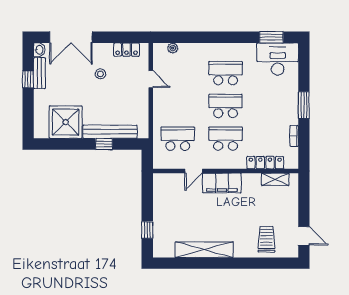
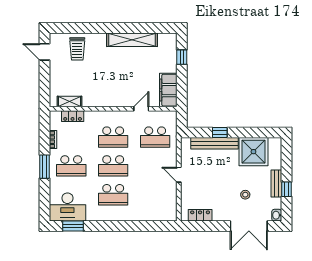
double door: (71, 37) -> (249, 226), swing flipped
plant: (173, 48) -> (159, 217), removed
bench: (40, 73) -> (276, 183), moved
stool: (100, 74) -> (245, 195), moved
door: (151, 79) -> (179, 175), moved
school desk: (273, 106) -> (71, 166), added
locker: (265, 163) -> (73, 116), width x0.66
filing cabinet: (222, 183) -> (168, 90), moved, turned -90

